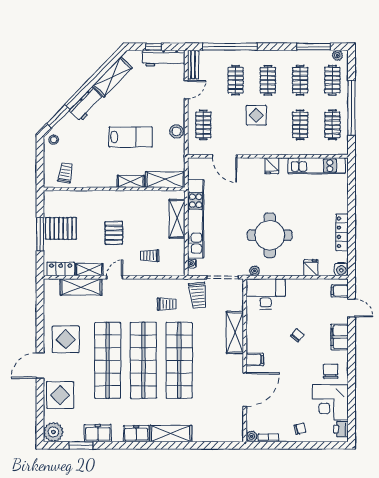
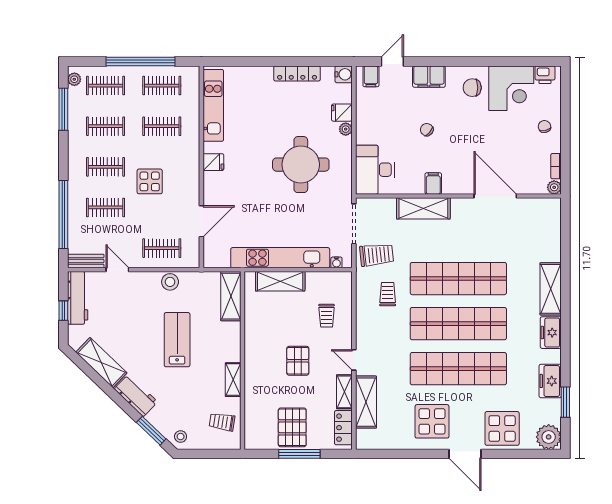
shelving: (131, 181) -> (233, 380), moved
pallet: (114, 233) -> (298, 361), turned 90
plant: (255, 271) -> (346, 129), moved
filing cabinet: (255, 359) -> (433, 183), moved

